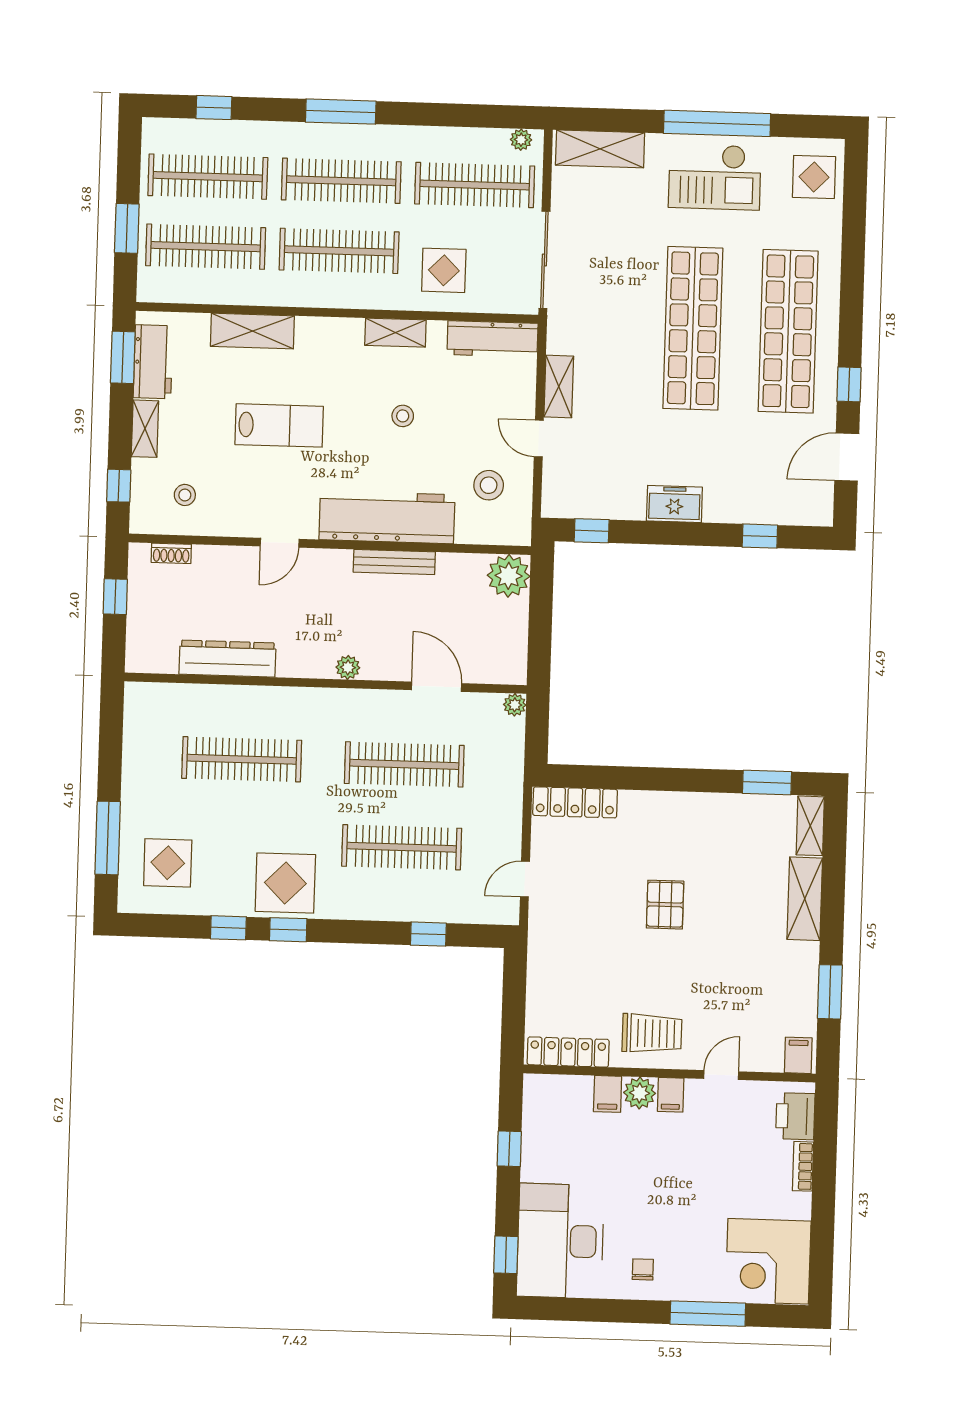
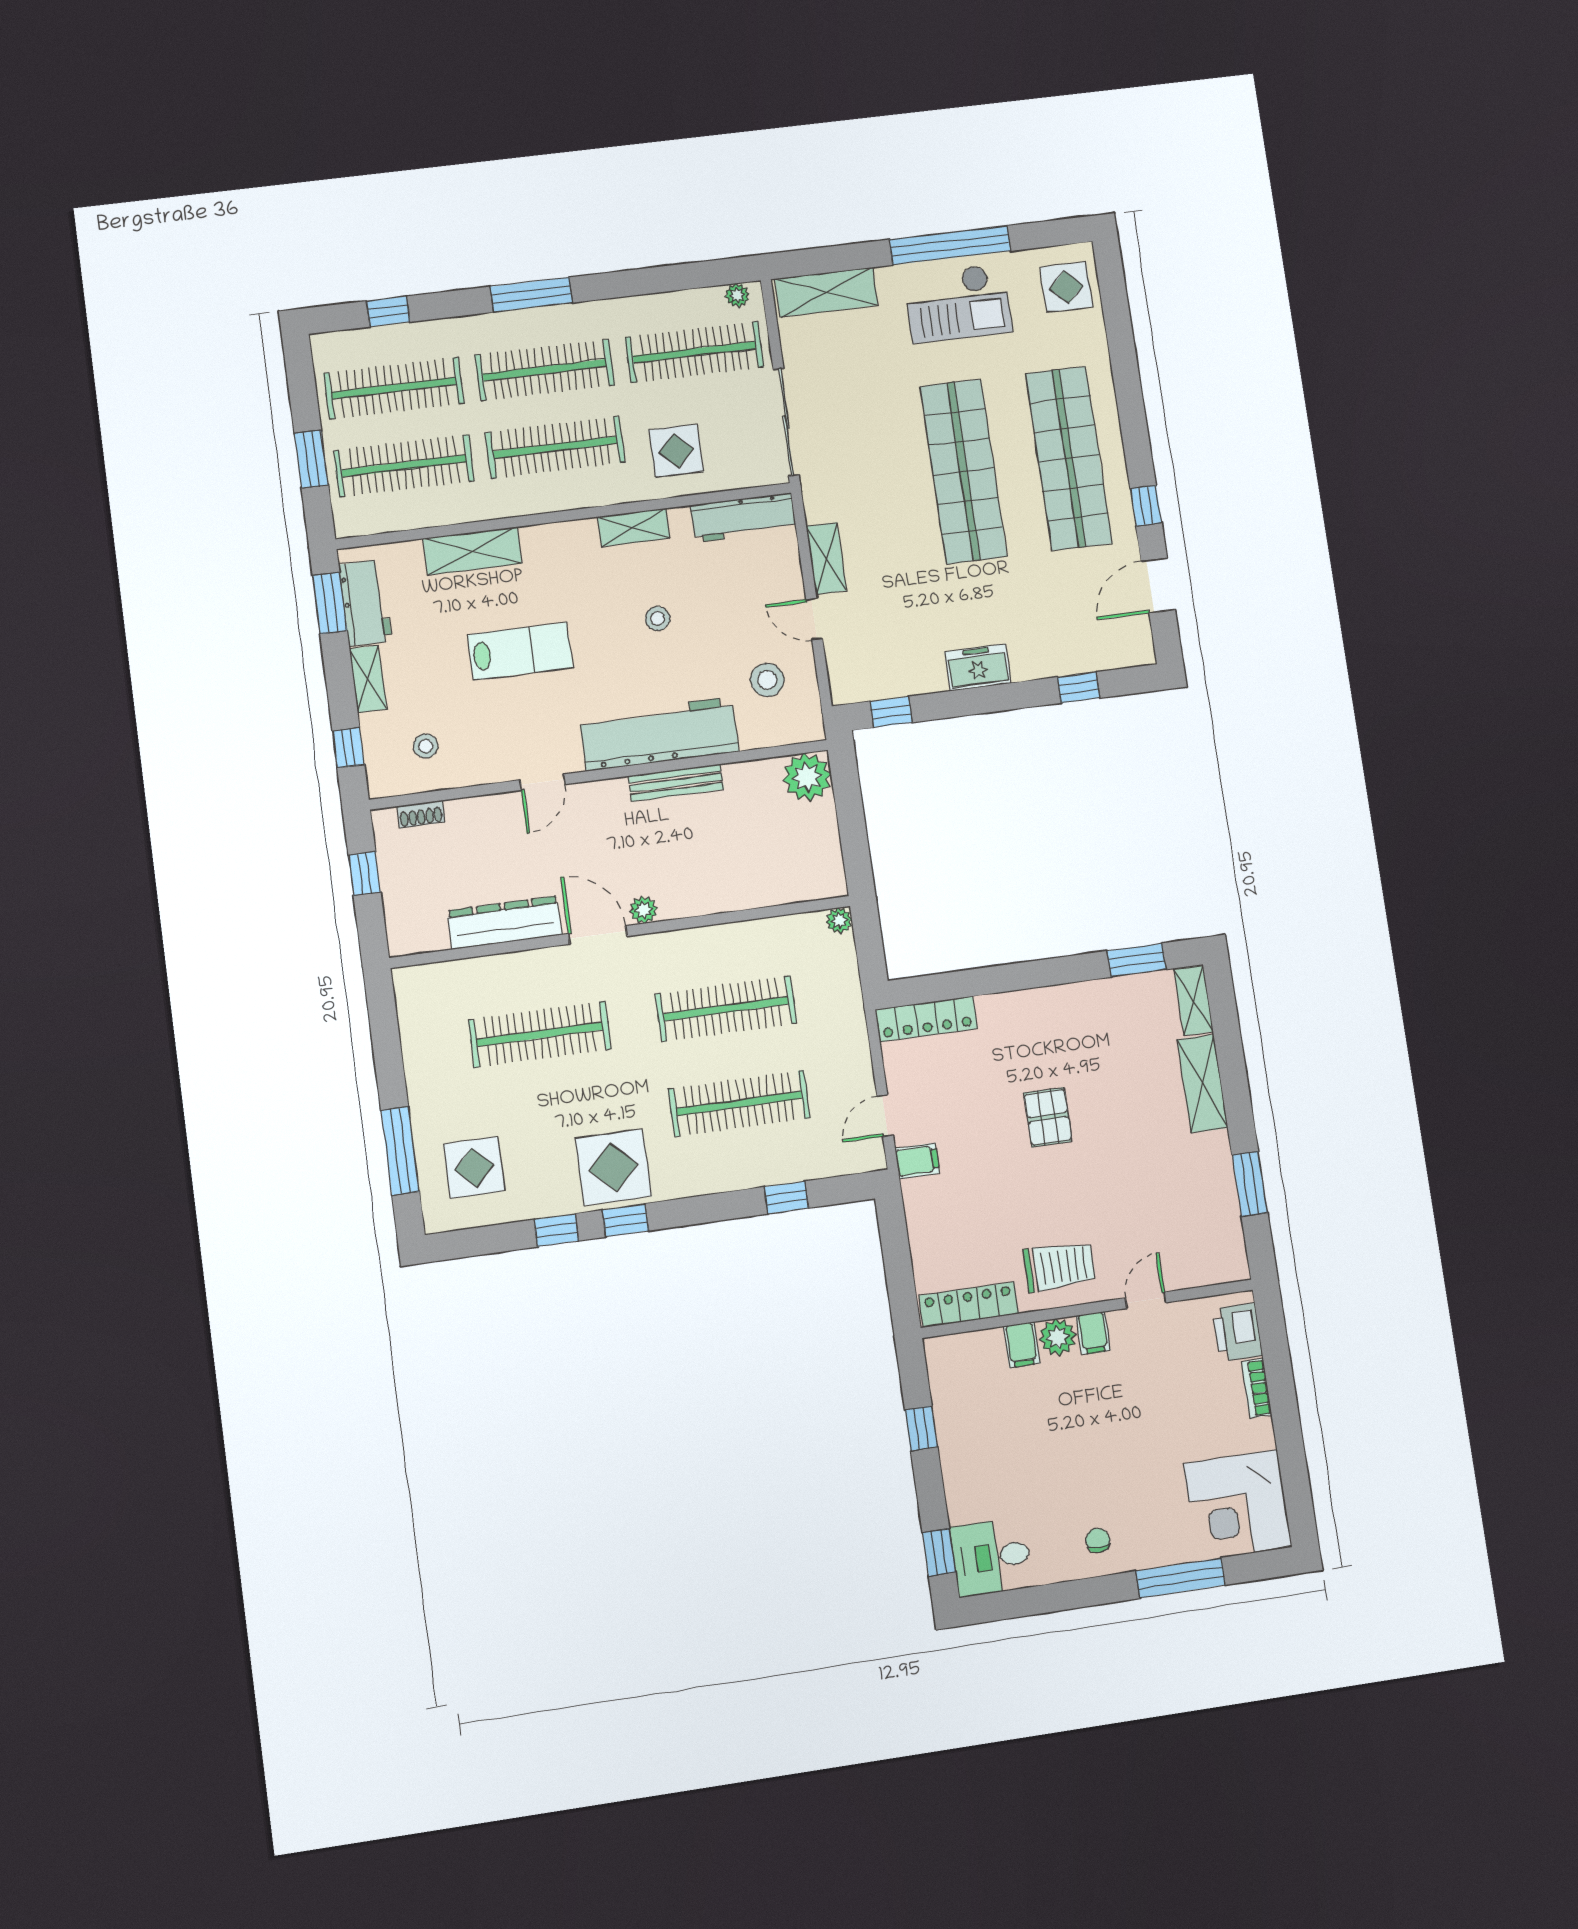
door: (436, 687) -> (598, 935), moved
filing cabinet: (798, 1055) -> (917, 1161), moved, turned 90
desk: (560, 1241) -> (991, 1557), width x0.53, depth x0.77

